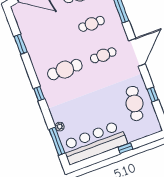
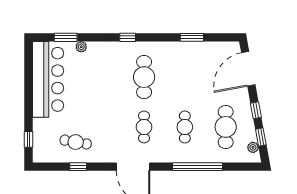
cafe table: (135, 103) -> (76, 142), width x0.73, depth x0.74
window: (57, 141) -> (66, 37), width x0.69
window: (125, 148) -> (29, 139), moved

